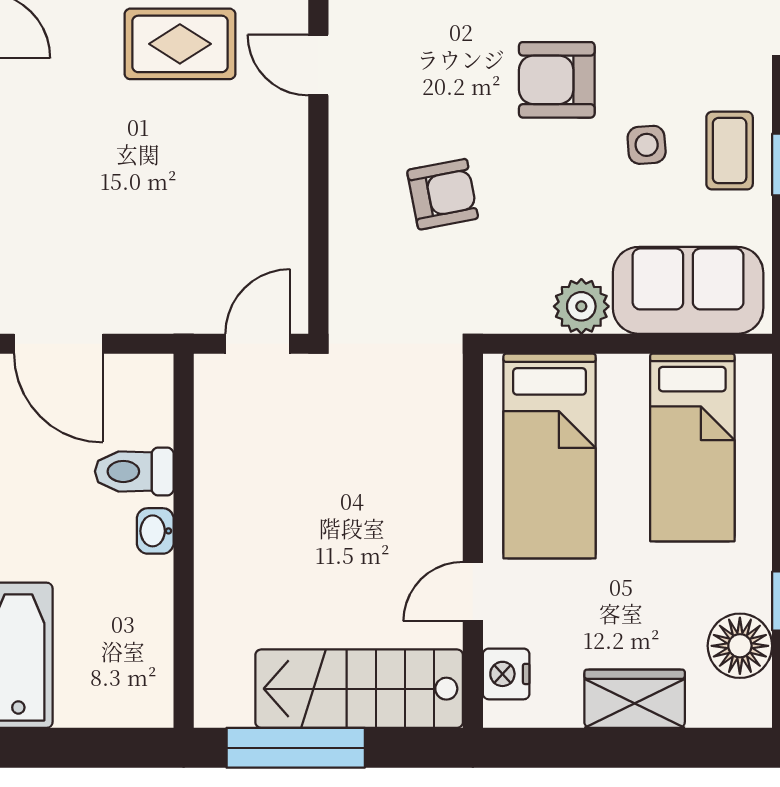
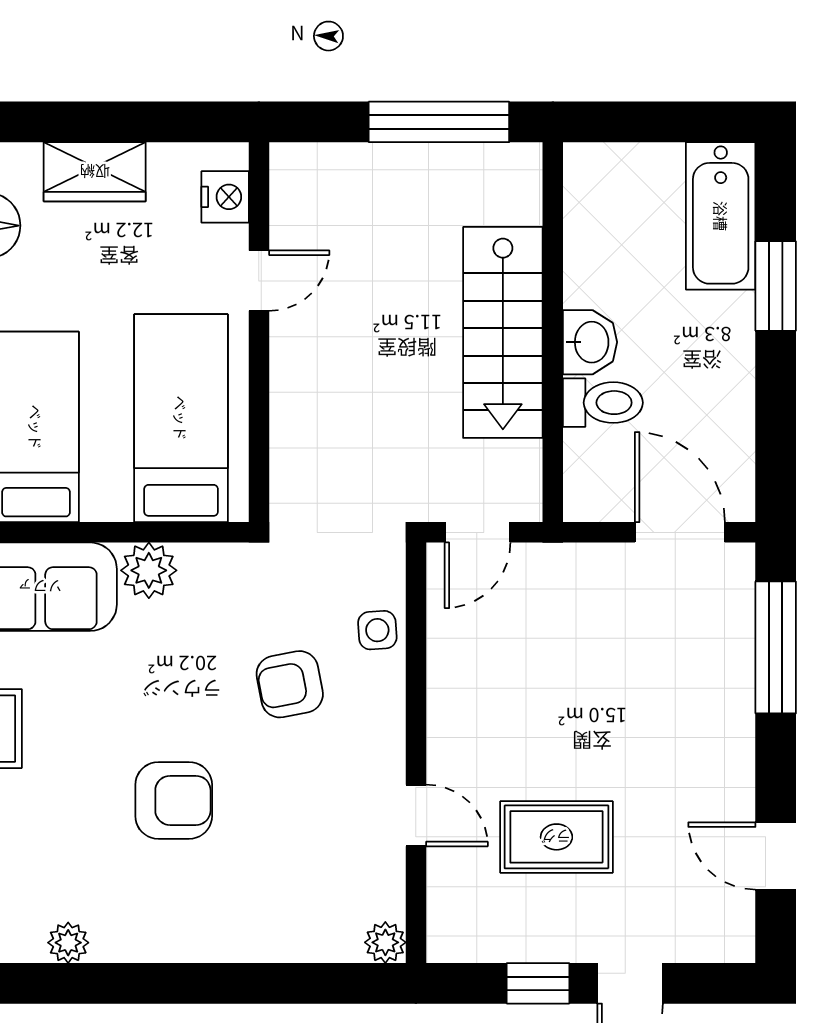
side table: (647, 145) -> (377, 630), moved
washbasin: (155, 531) -> (590, 342), width x1.38, depth x1.45
stairs: (359, 689) -> (503, 332), moved, turned 90

